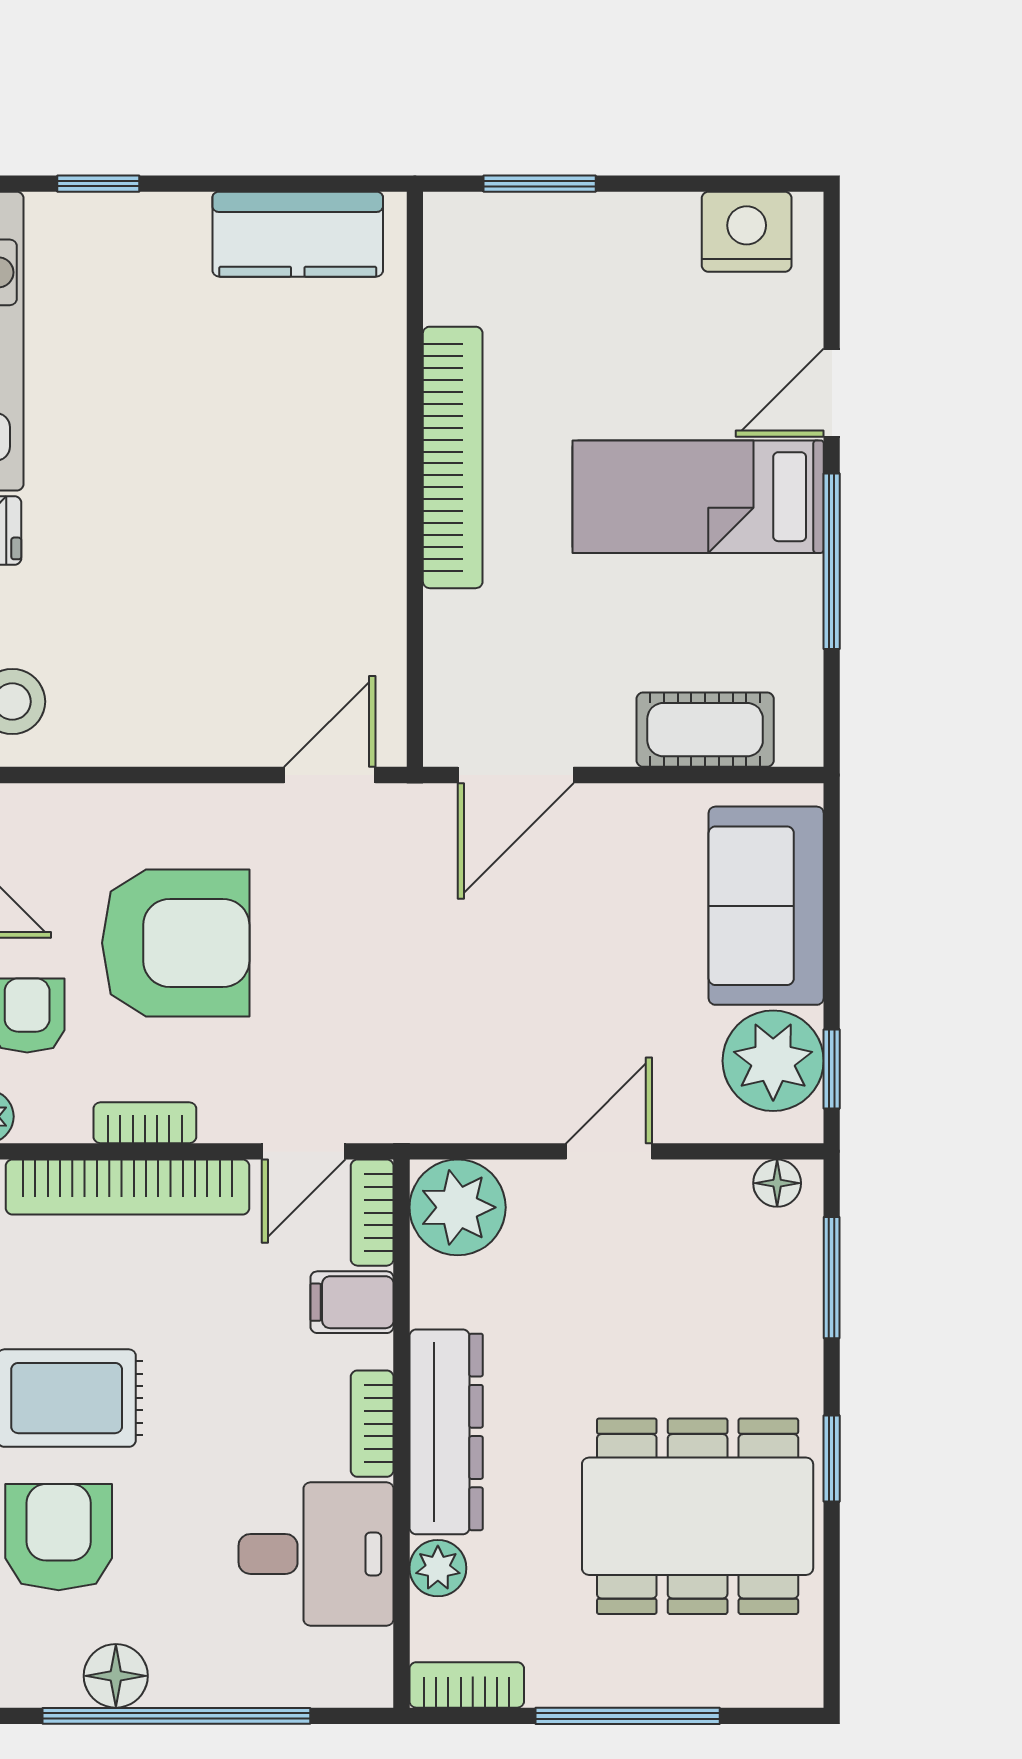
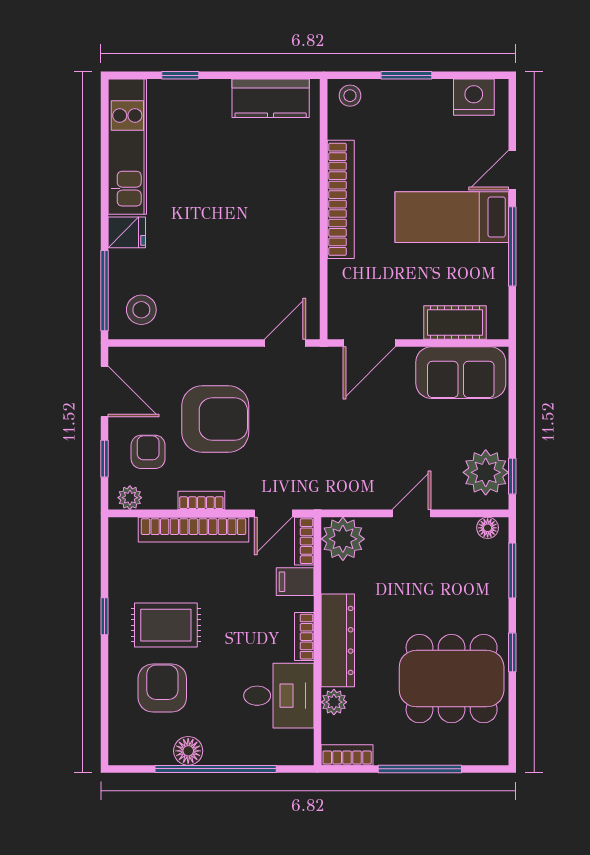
window: (540, 184) -> (406, 75), moved
stool: (473, 228) -> (350, 96), added
sofa: (766, 906) -> (461, 373), moved, turned -90

